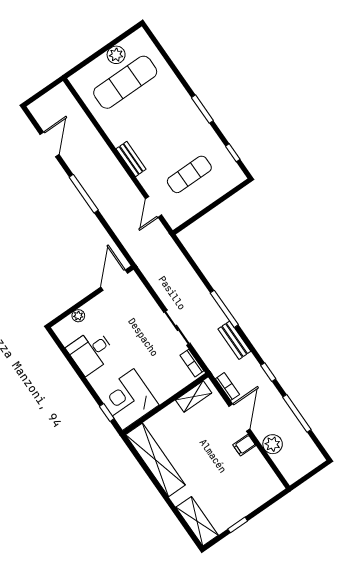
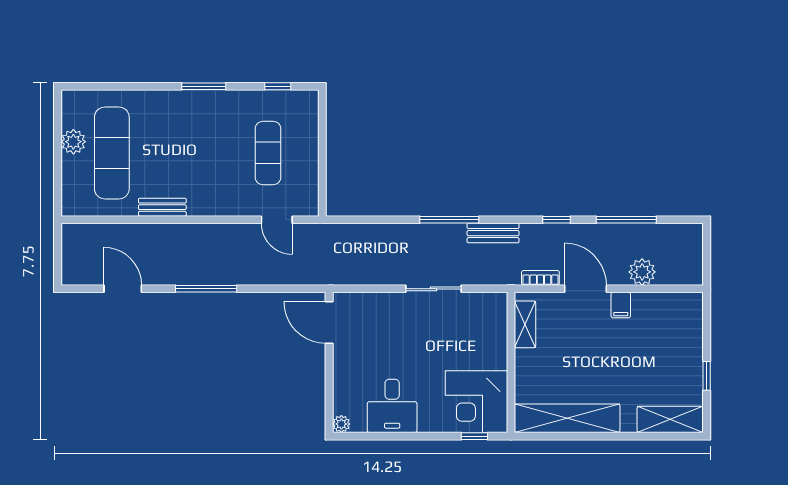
bench: (131, 159) -> (162, 207), moved
plant: (78, 316) -> (341, 424), moved
bookcase: (192, 363) -> (486, 300), removed

